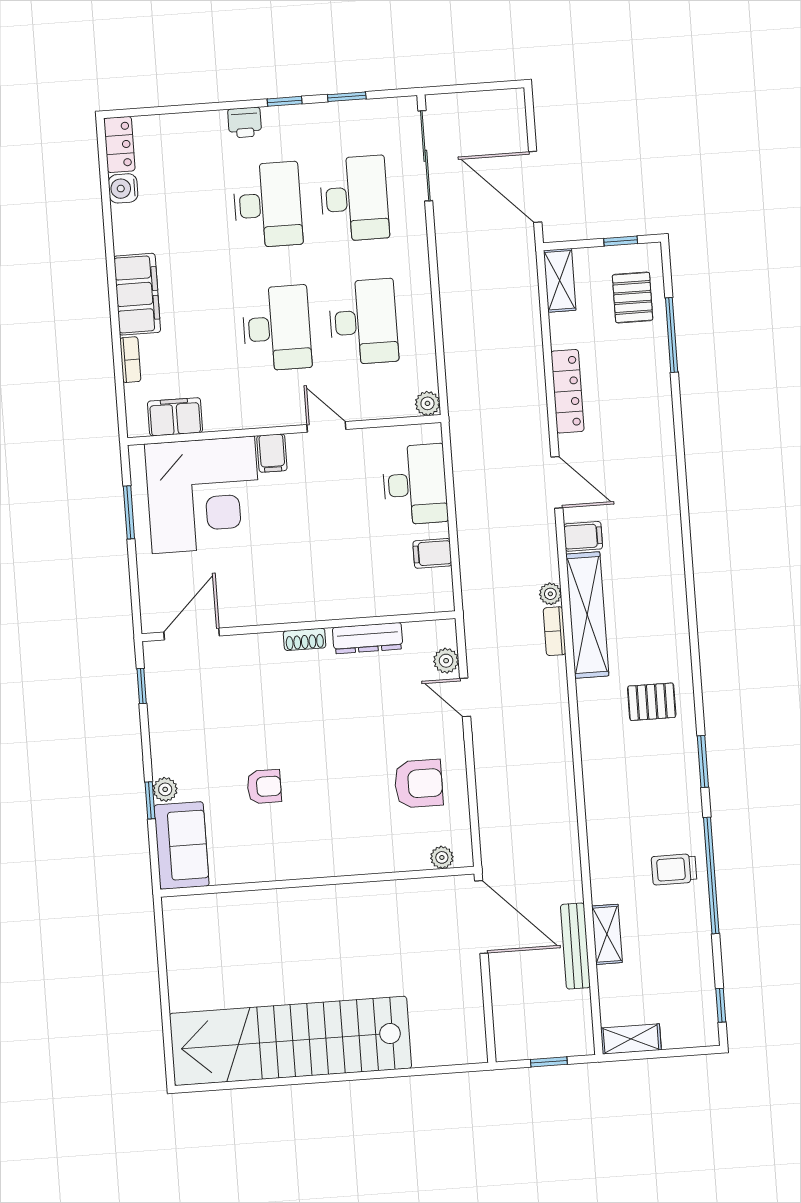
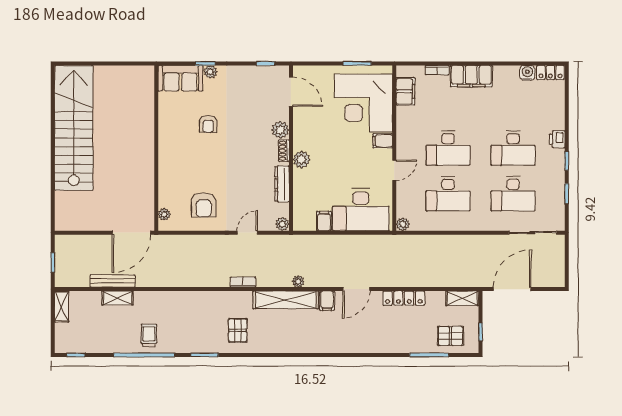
desk: (415, 484) -> (361, 210), width x1.36, depth x1.30
plant: (319, 605) -> (301, 160), added
bookcase: (555, 631) -> (243, 282), moved
plant: (266, 649) -> (280, 130), added
plant: (446, 661) -> (282, 224), moved

